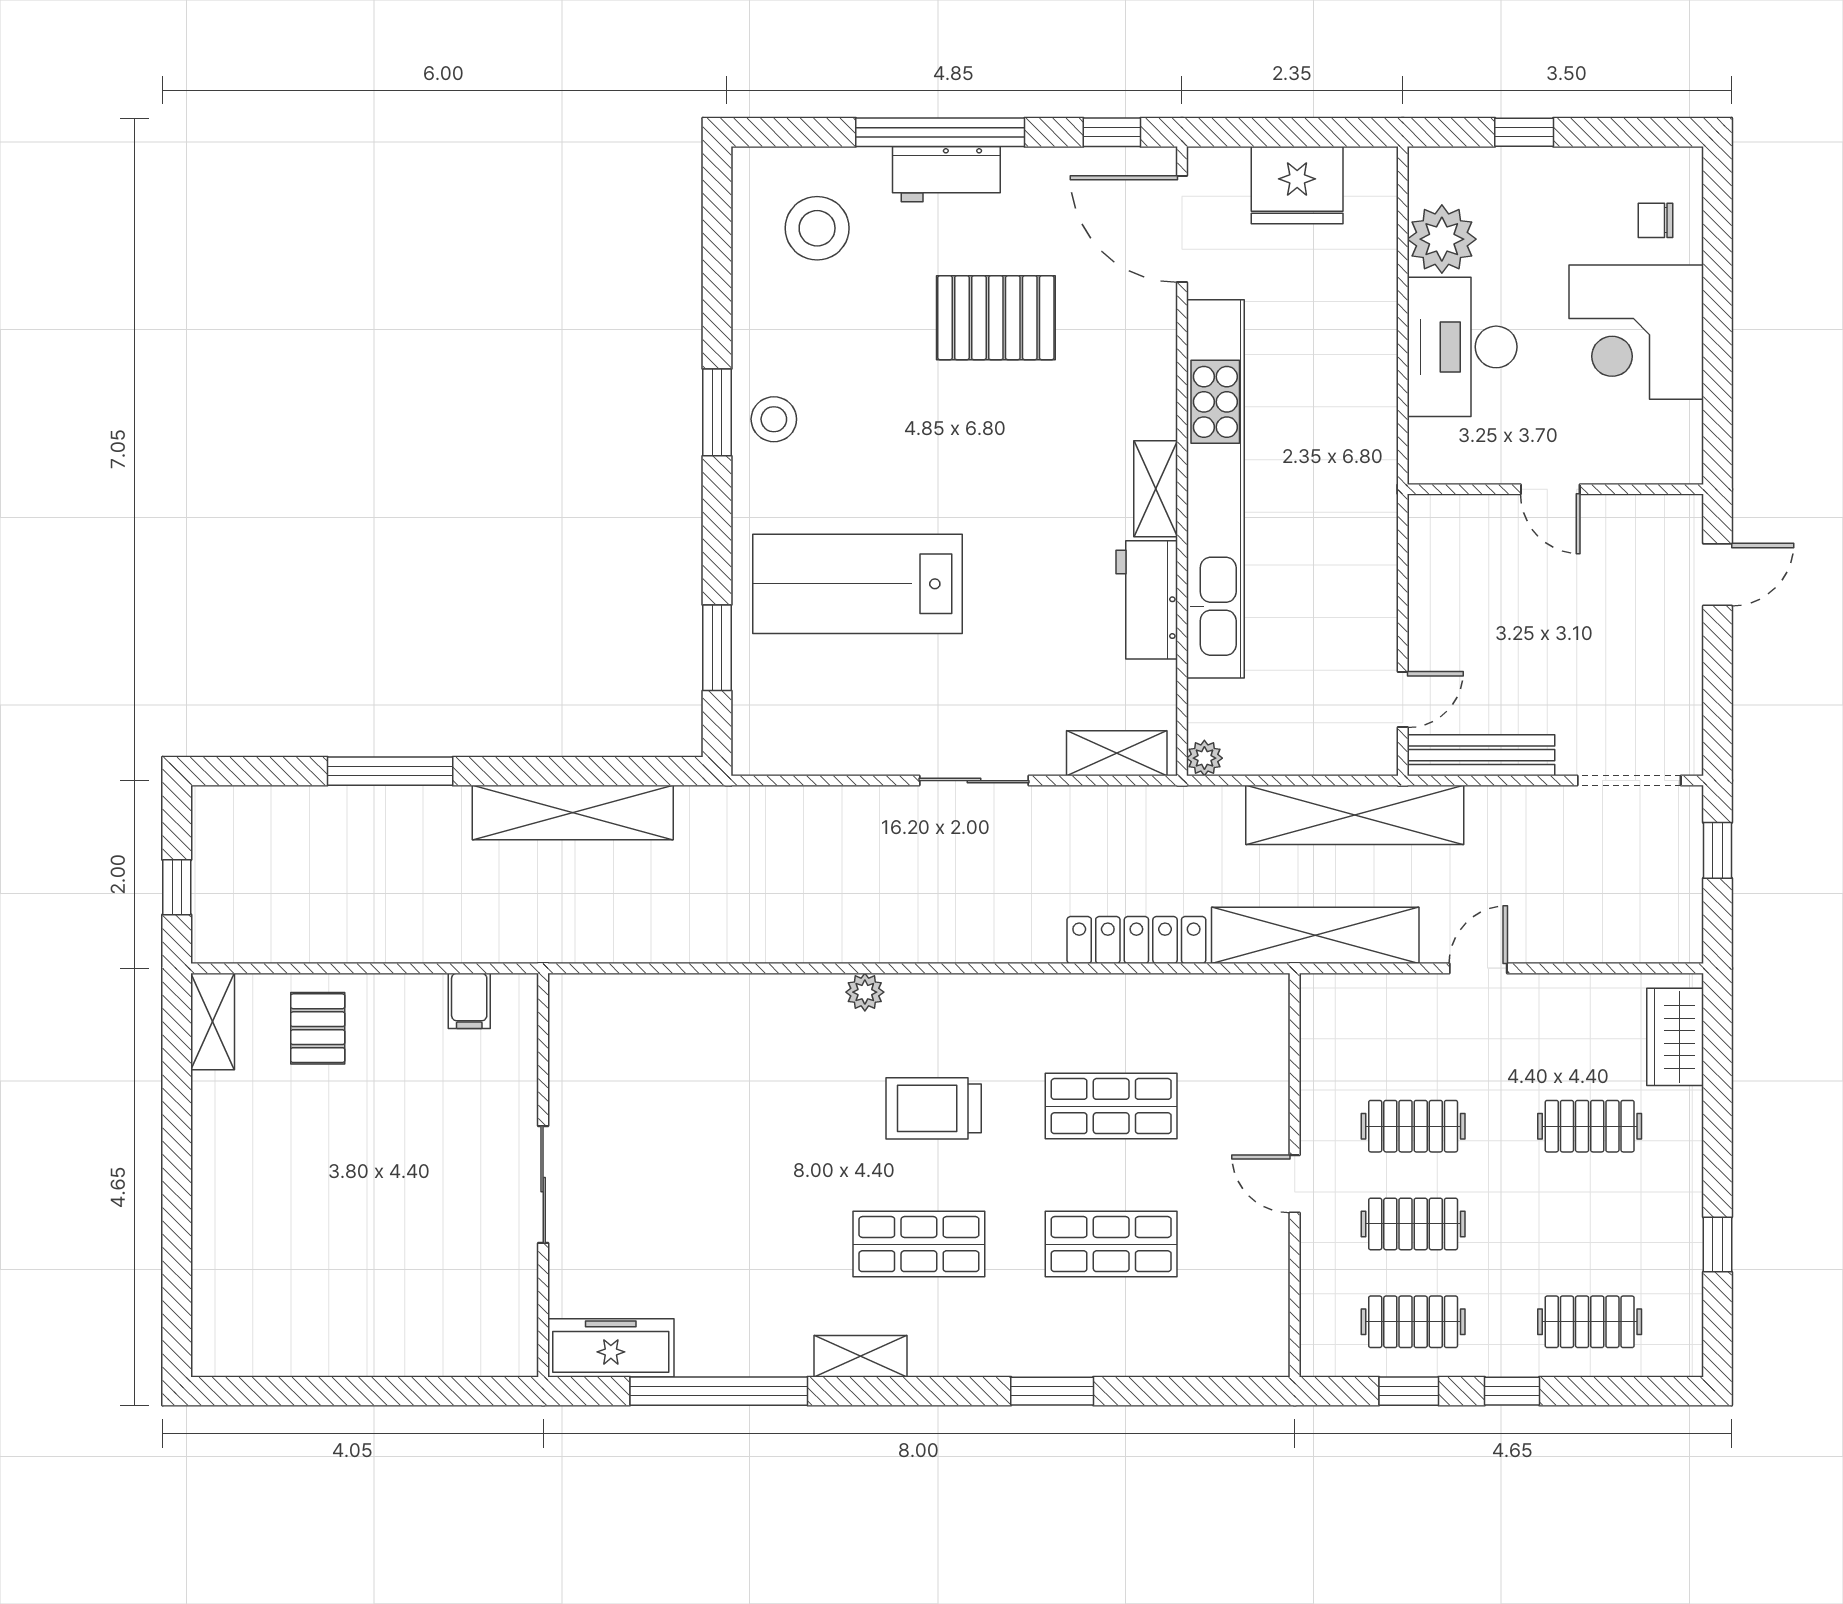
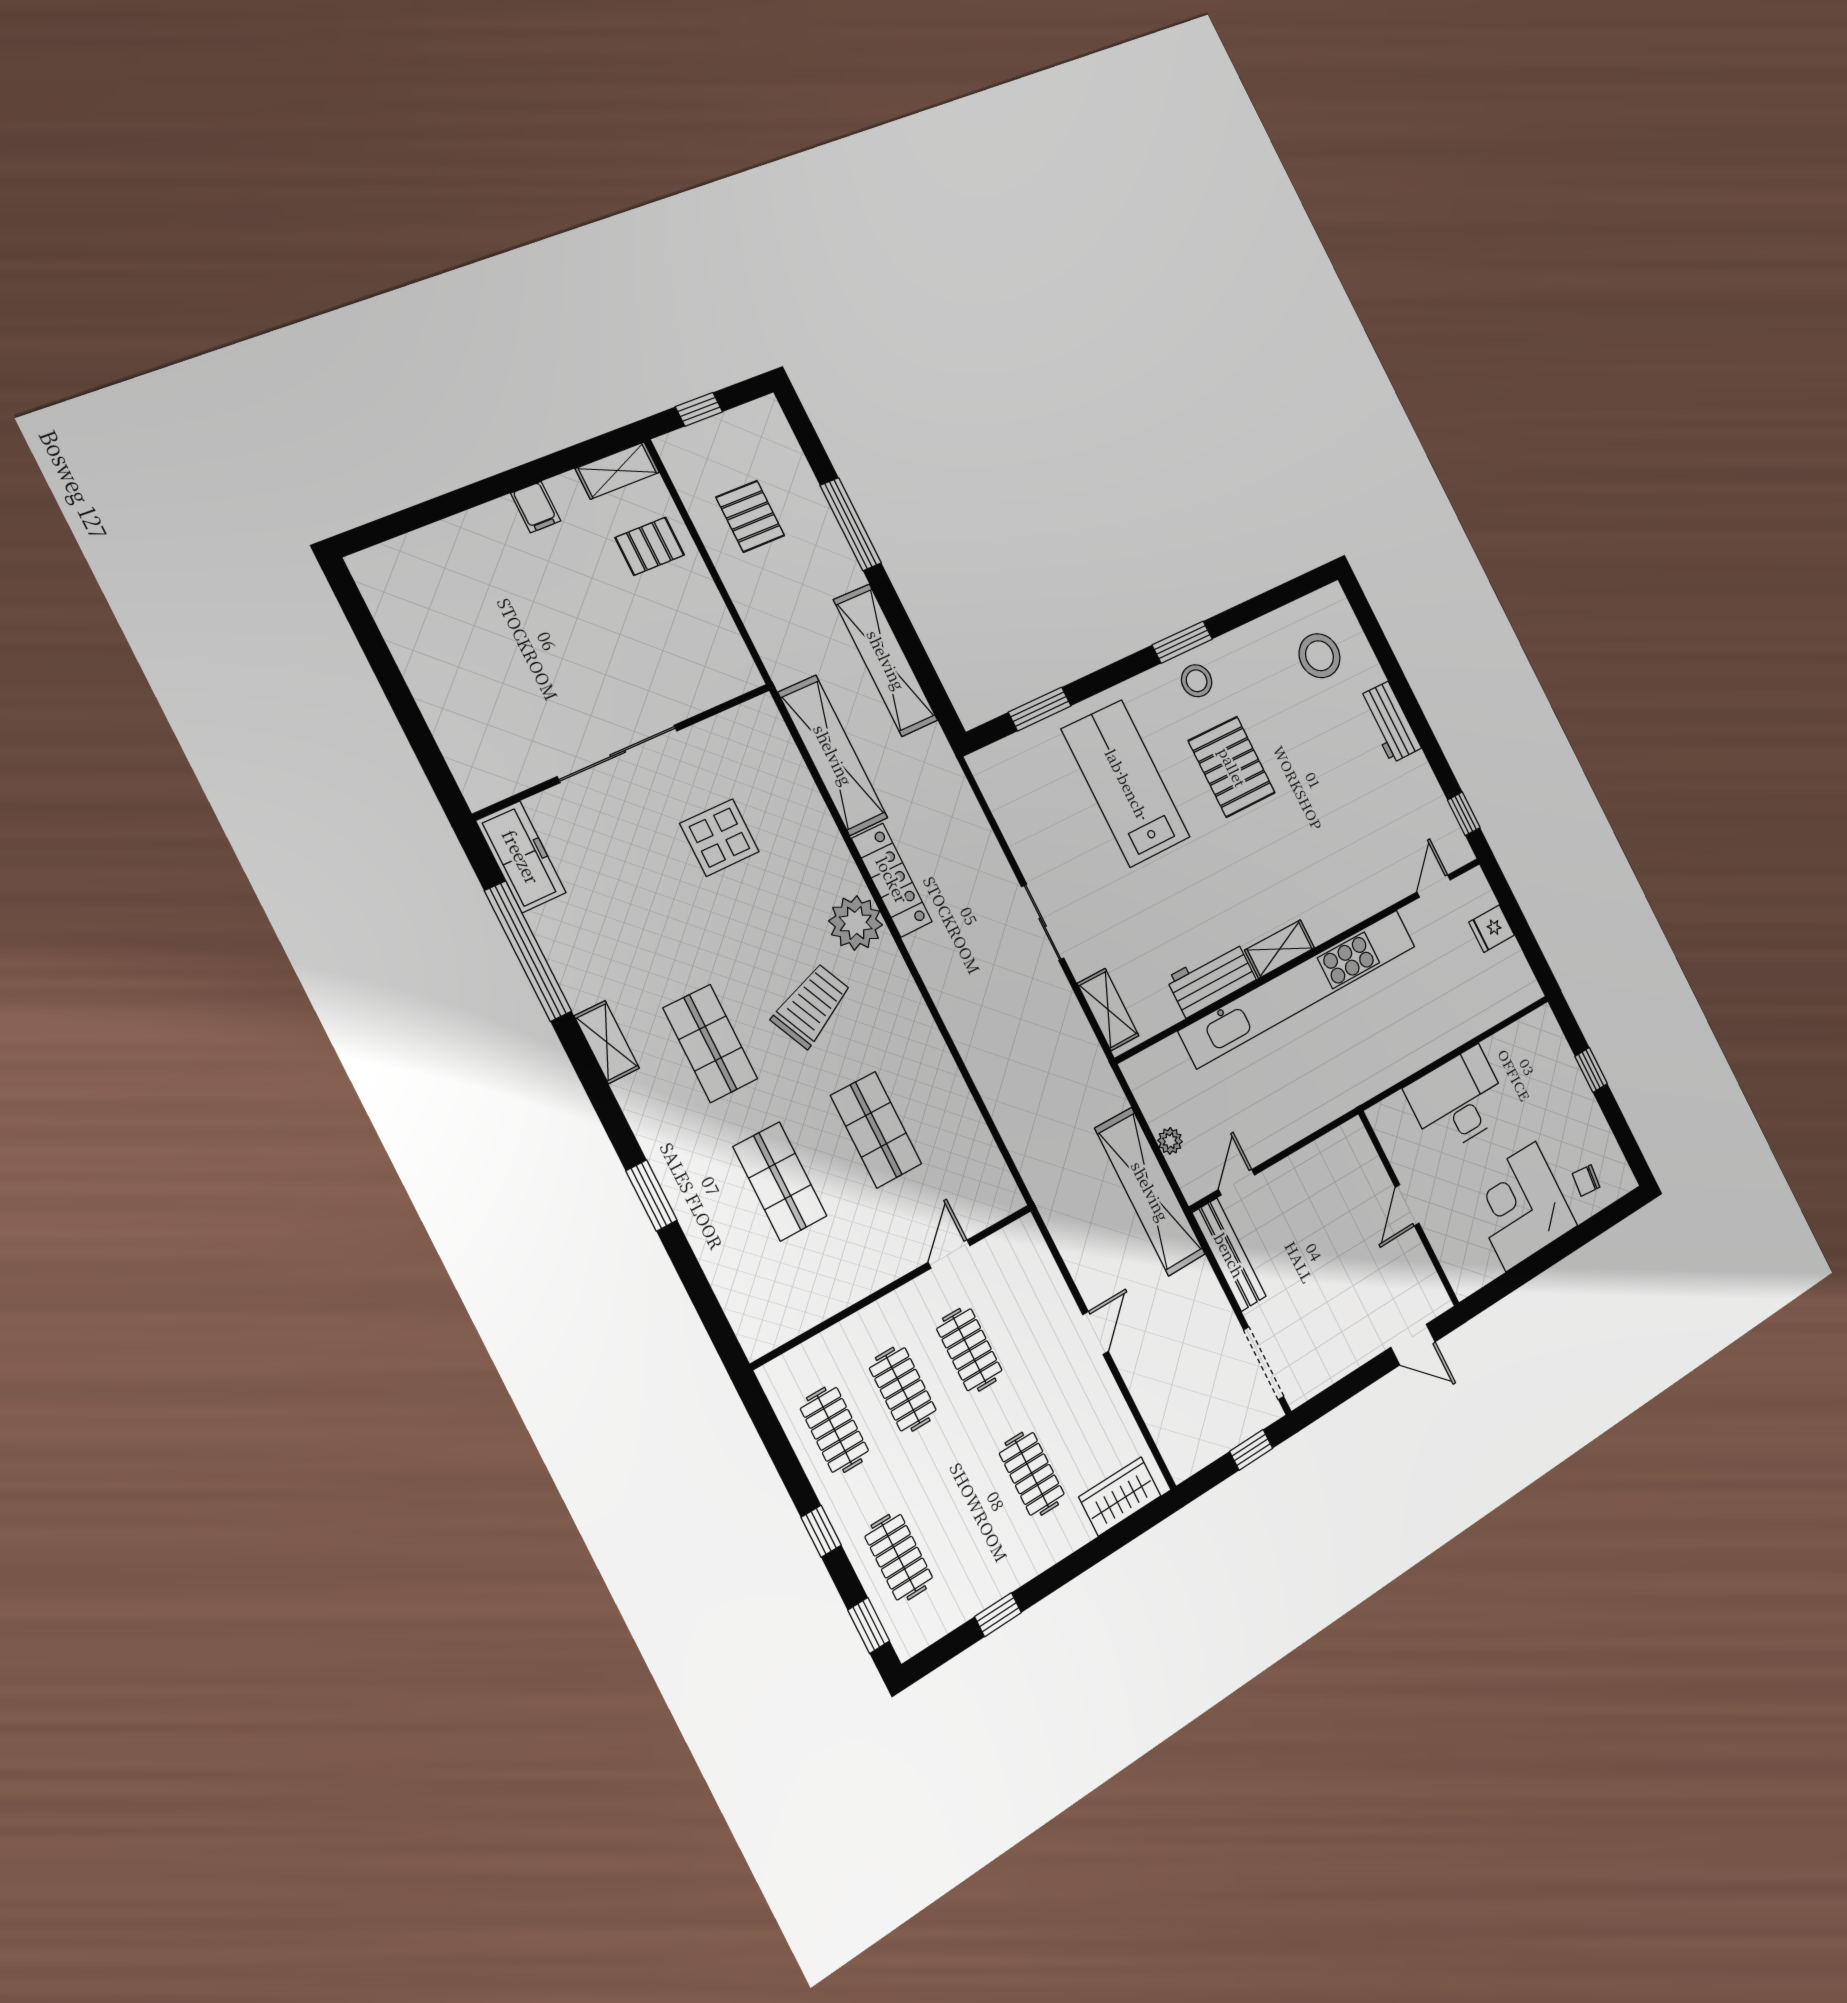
window: (940, 132) -> (1411, 707), removed
fridge: (1297, 185) -> (1492, 929), width x0.53, depth x0.75
chair: (1655, 220) -> (1586, 1180), turned -84
door: (1182, 229) -> (1434, 886), width x0.53
plant: (1442, 239) -> (1510, 1053), removed
pallet: (996, 318) -> (1232, 767), moved
door: (1403, 700) -> (1237, 1182), swing flipped
plant: (1204, 758) -> (1170, 1141), moved
pallet: (331, 890) -> (750, 516), added
shelving: (1315, 935) -> (833, 755), moved
locker: (1136, 940) -> (892, 880), moved
door: (1478, 968) -> (1096, 1333), hinge flipped
plant: (865, 992) -> (856, 923), width x1.88, depth x1.88
filing cabinet: (469, 1001) -> (536, 507), moved, turned -90
trolley: (934, 1108) -> (812, 1005), turned 65
display table: (692, 1117) -> (719, 838), added
door: (1295, 1184) -> (949, 1254), moved
sliding door: (543, 1185) -> (618, 754), width x1.37
window: (1409, 1391) -> (869, 1626), moved

